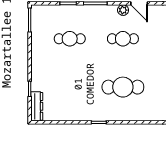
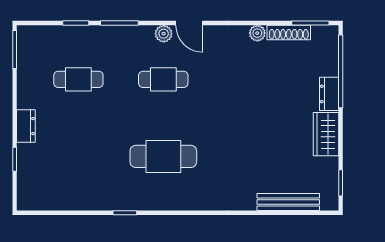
dresser: (37, 106) -> (26, 126), moved, width x0.70

